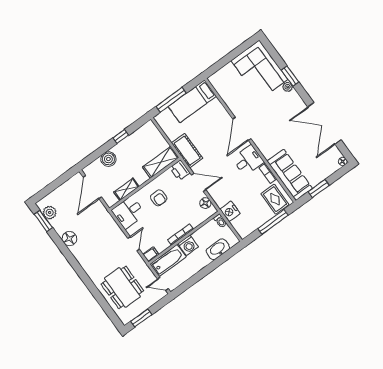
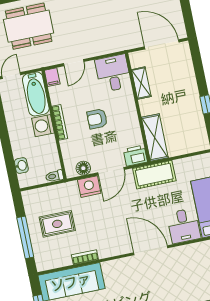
boiler: (108, 159) -> (186, 78), removed
desk: (248, 160) -> (184, 226), moved
armchair: (159, 198) -> (97, 119), moved
rug: (275, 199) -> (57, 224), moved
nightstand: (230, 211) -> (89, 187), moved
door: (134, 244) -> (74, 63), hinge flipped
washbasin: (218, 249) -> (21, 166), width x0.52, depth x0.69

